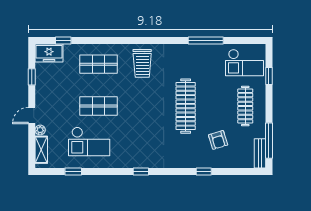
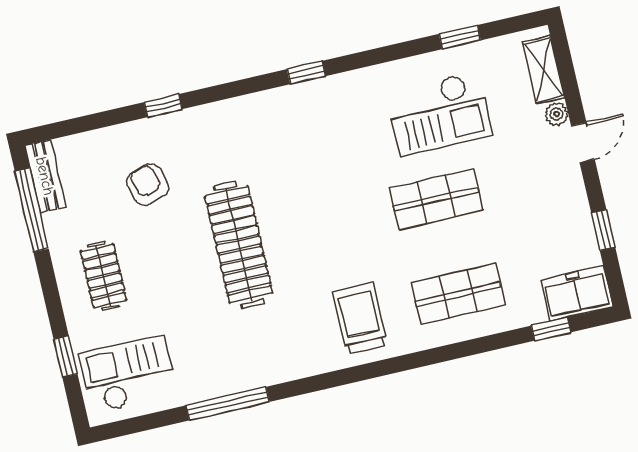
clothes rail: (245, 106) -> (104, 276), width x0.73
checkout: (89, 141) -> (439, 114), turned 180

